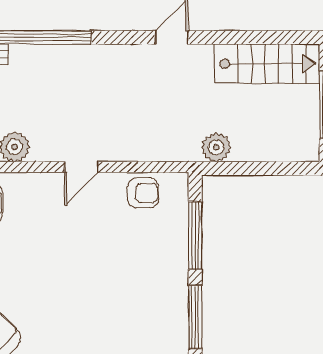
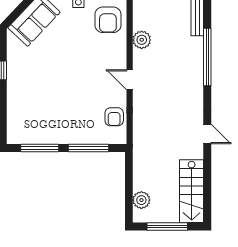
plant: (216, 147) -> (141, 200), moved

